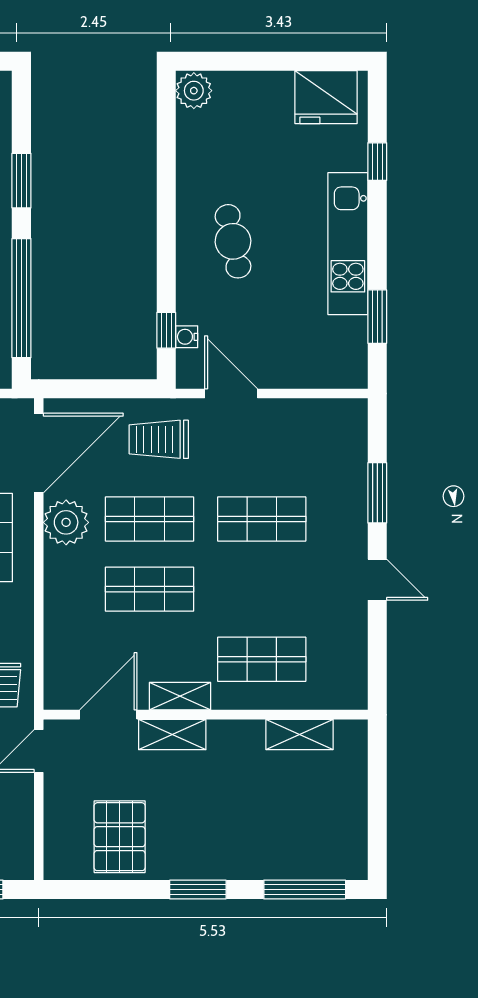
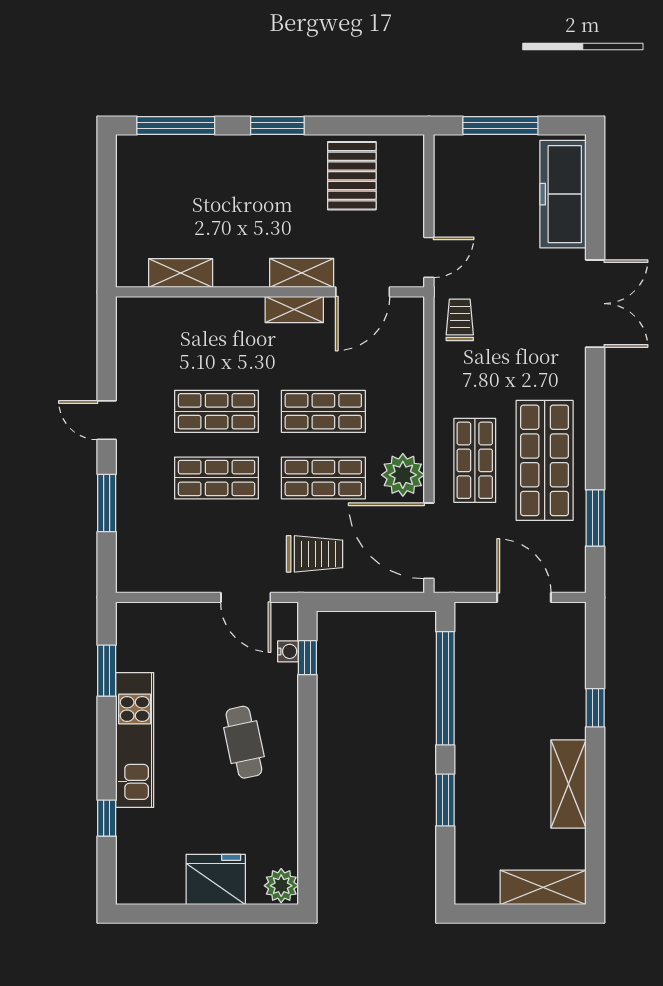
fridge: (326, 97) -> (216, 879), moved
door: (39, 453) -> (429, 541), hinge flipped
shop shelf: (262, 659) -> (217, 411), moved

